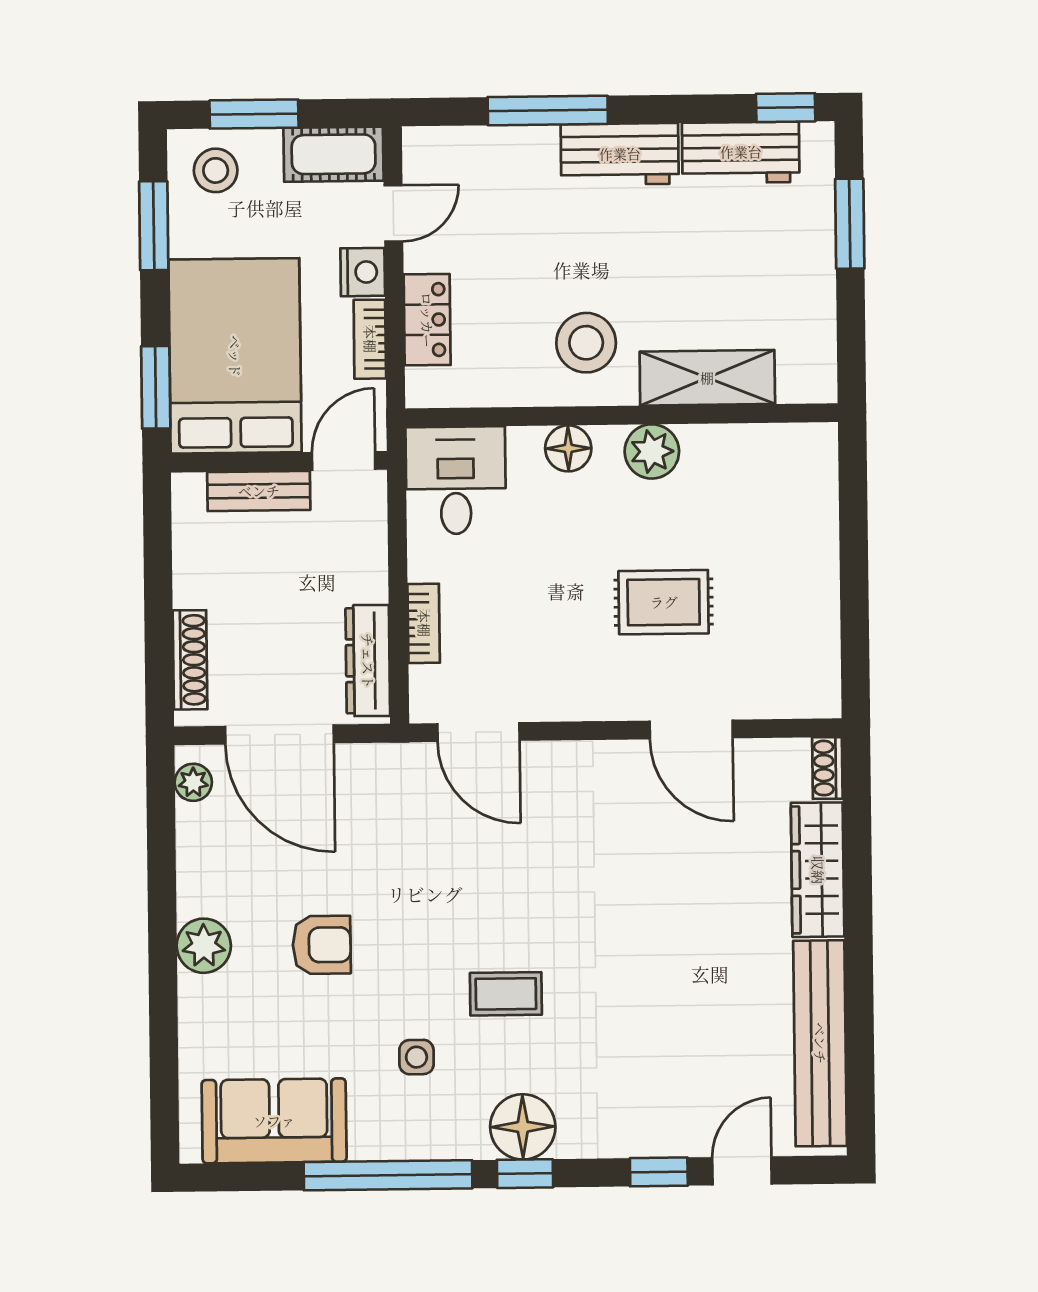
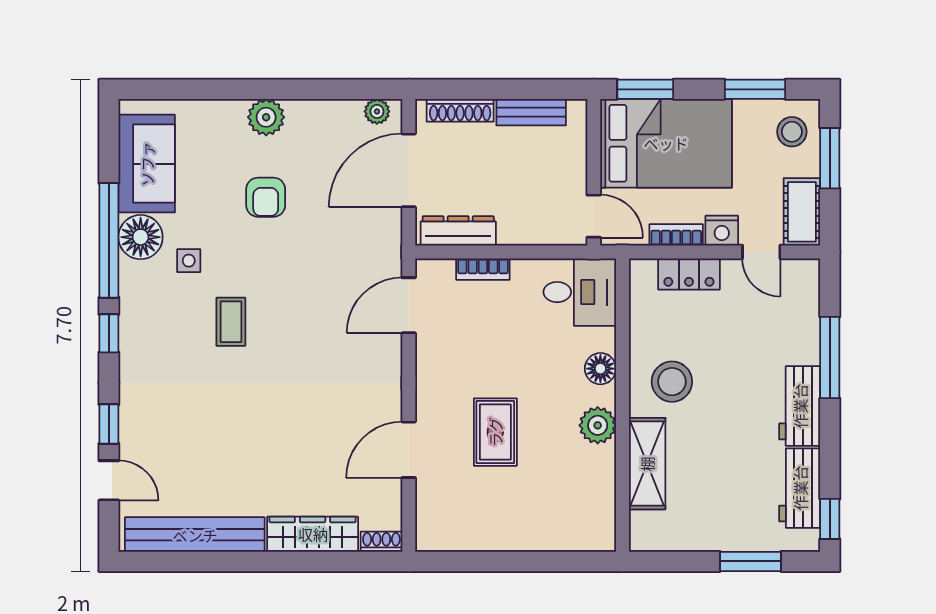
bench: (259, 491) -> (531, 112), moved, turned 90
floor lamp: (523, 1127) -> (141, 237), moved

